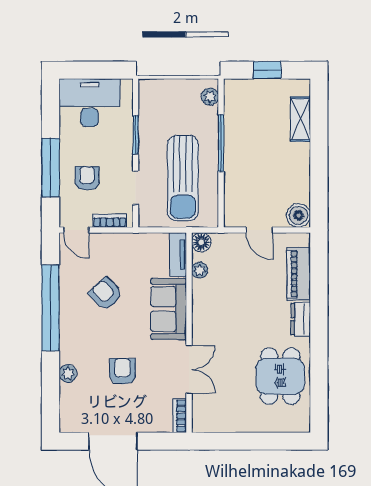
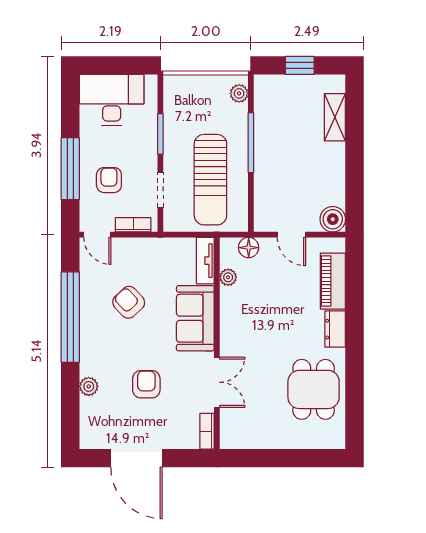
floor lamp: (201, 242) -> (249, 248), moved

